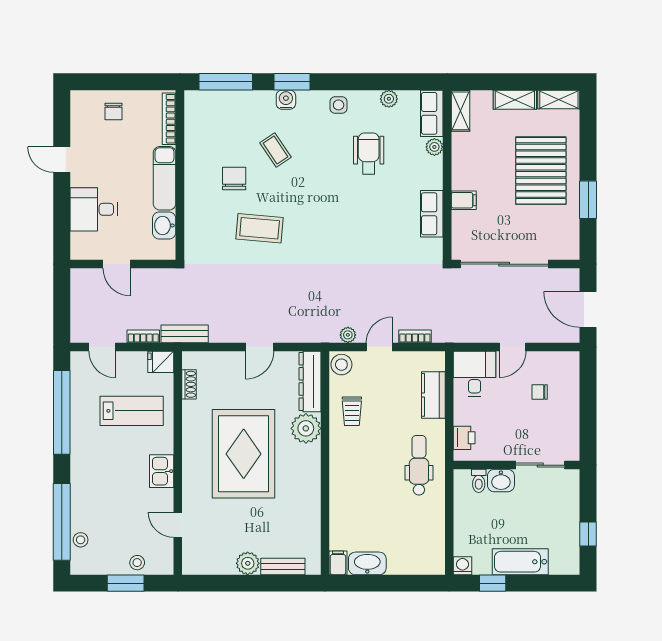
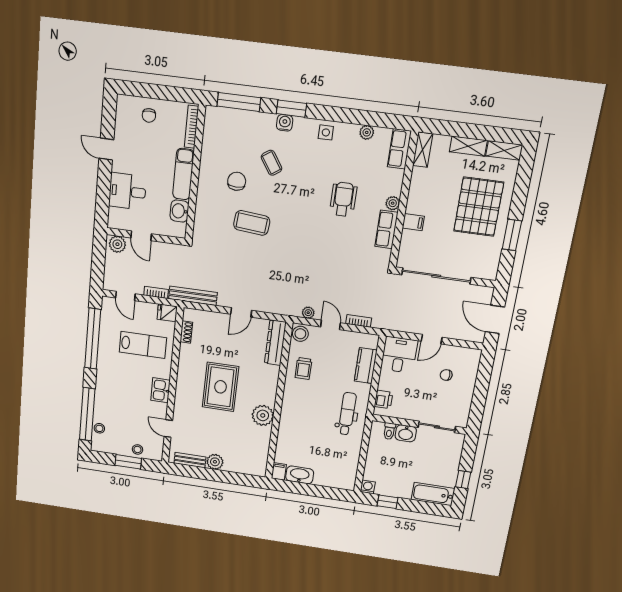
plant: (434, 147) -> (393, 203), moved
wheelchair: (369, 153) -> (343, 199), moved
plant: (86, 279) -> (117, 244), added
bench: (185, 334) -> (193, 296), width x1.36
door: (379, 347) -> (330, 325), hinge flipped
plant: (306, 428) -> (263, 415), moved
rug: (244, 454) -> (220, 387), width x0.73, depth x0.69
bathtub: (520, 562) -> (433, 494), moved
bench: (283, 566) -> (190, 460), moved

